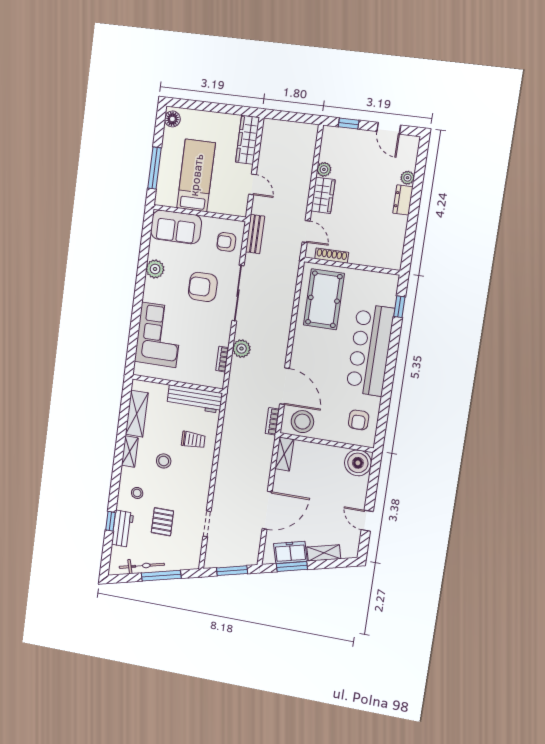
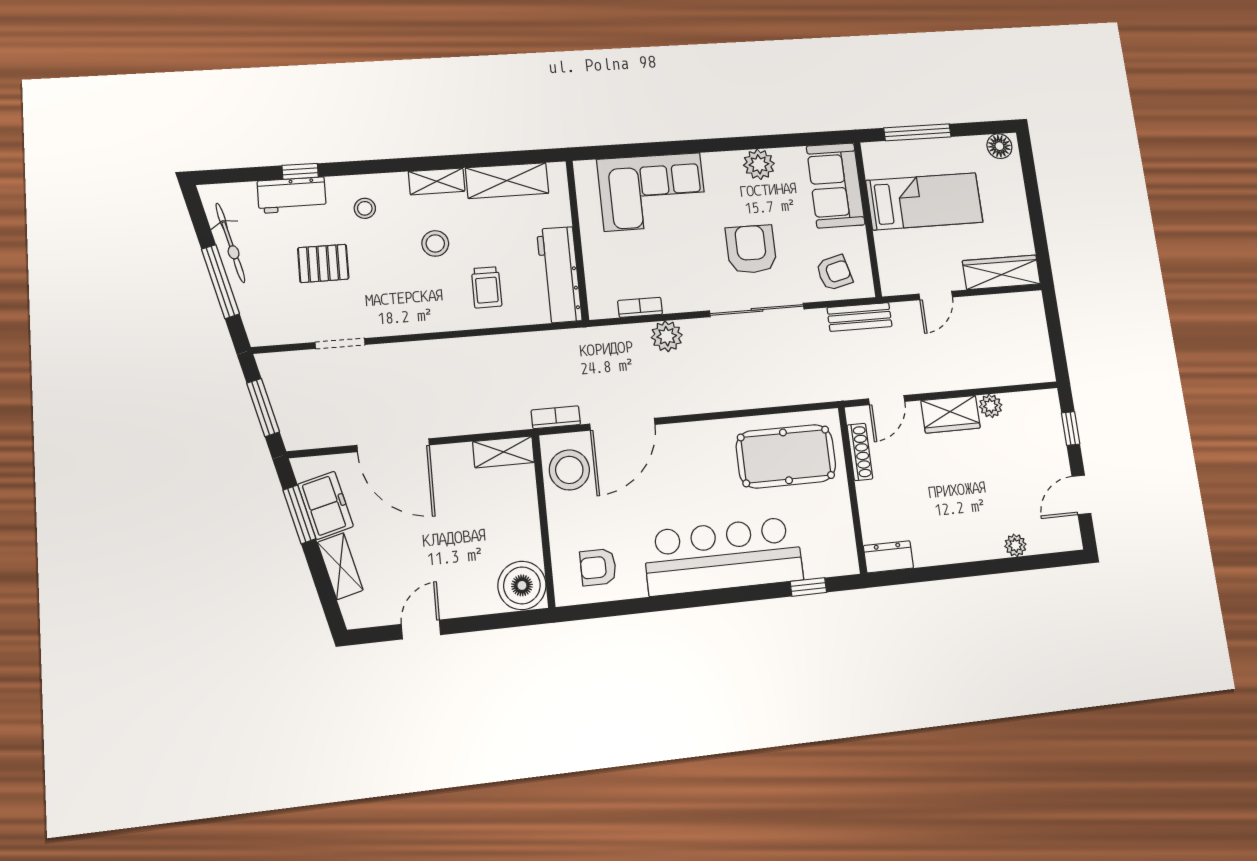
dresser: (403, 200) -> (888, 557), moved
armchair: (226, 242) -> (834, 273), turned 76

